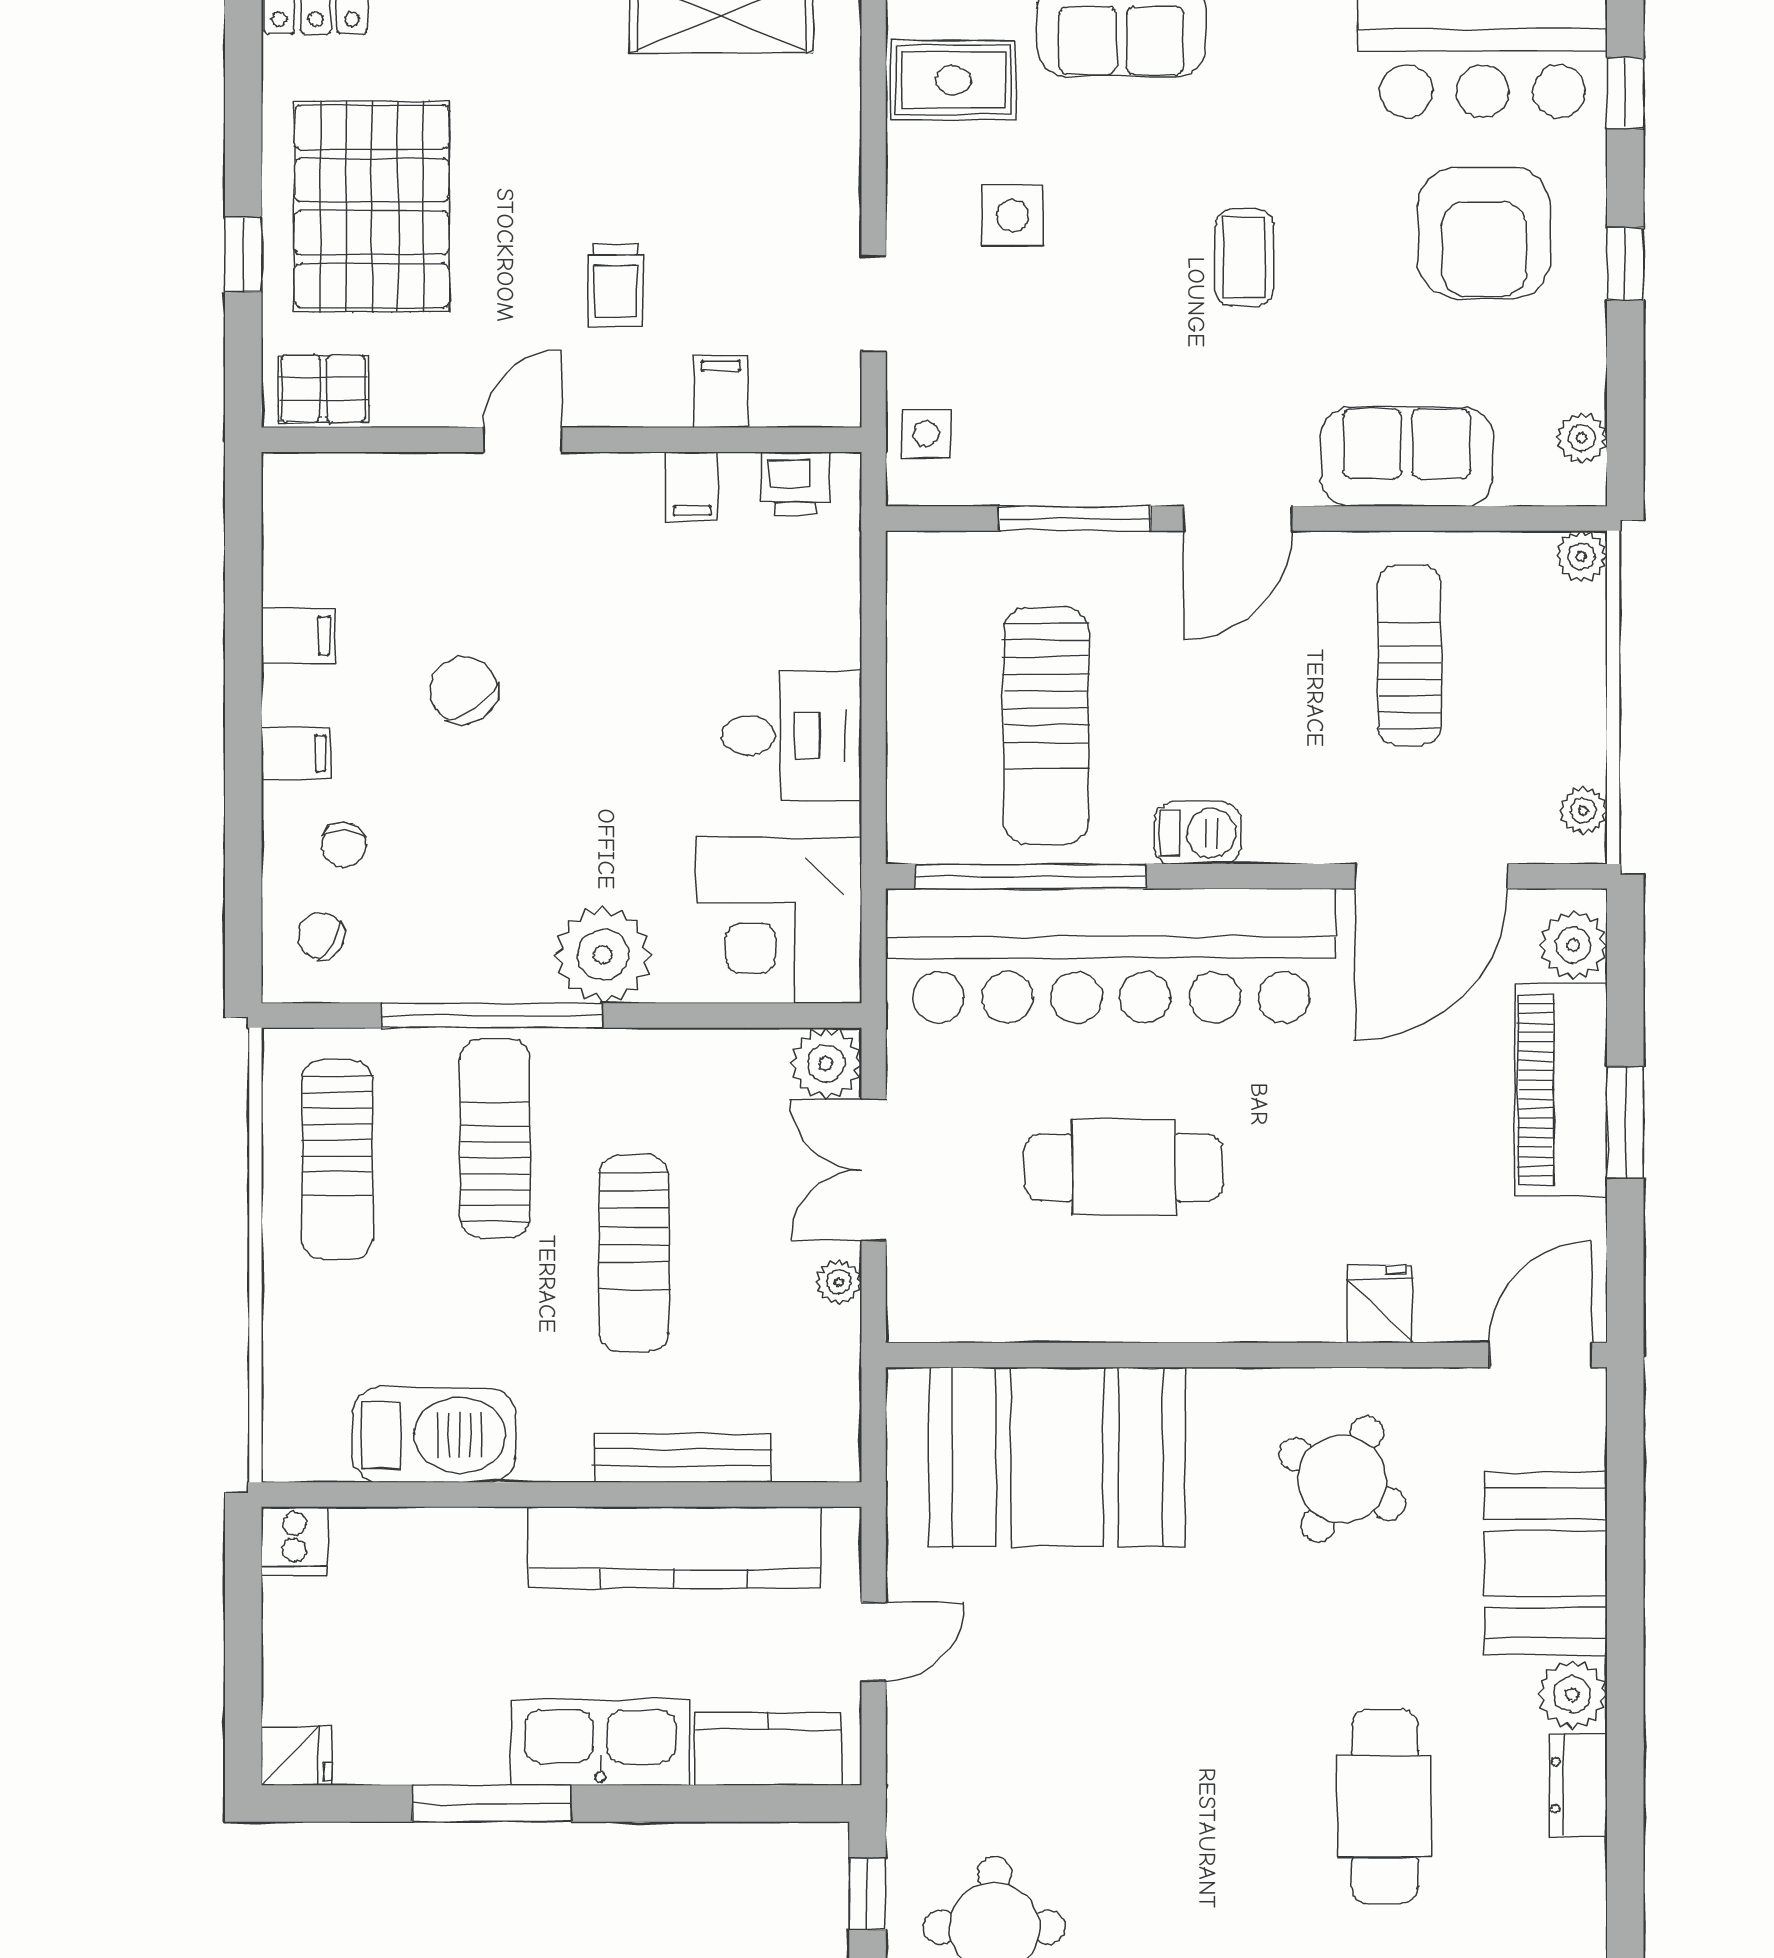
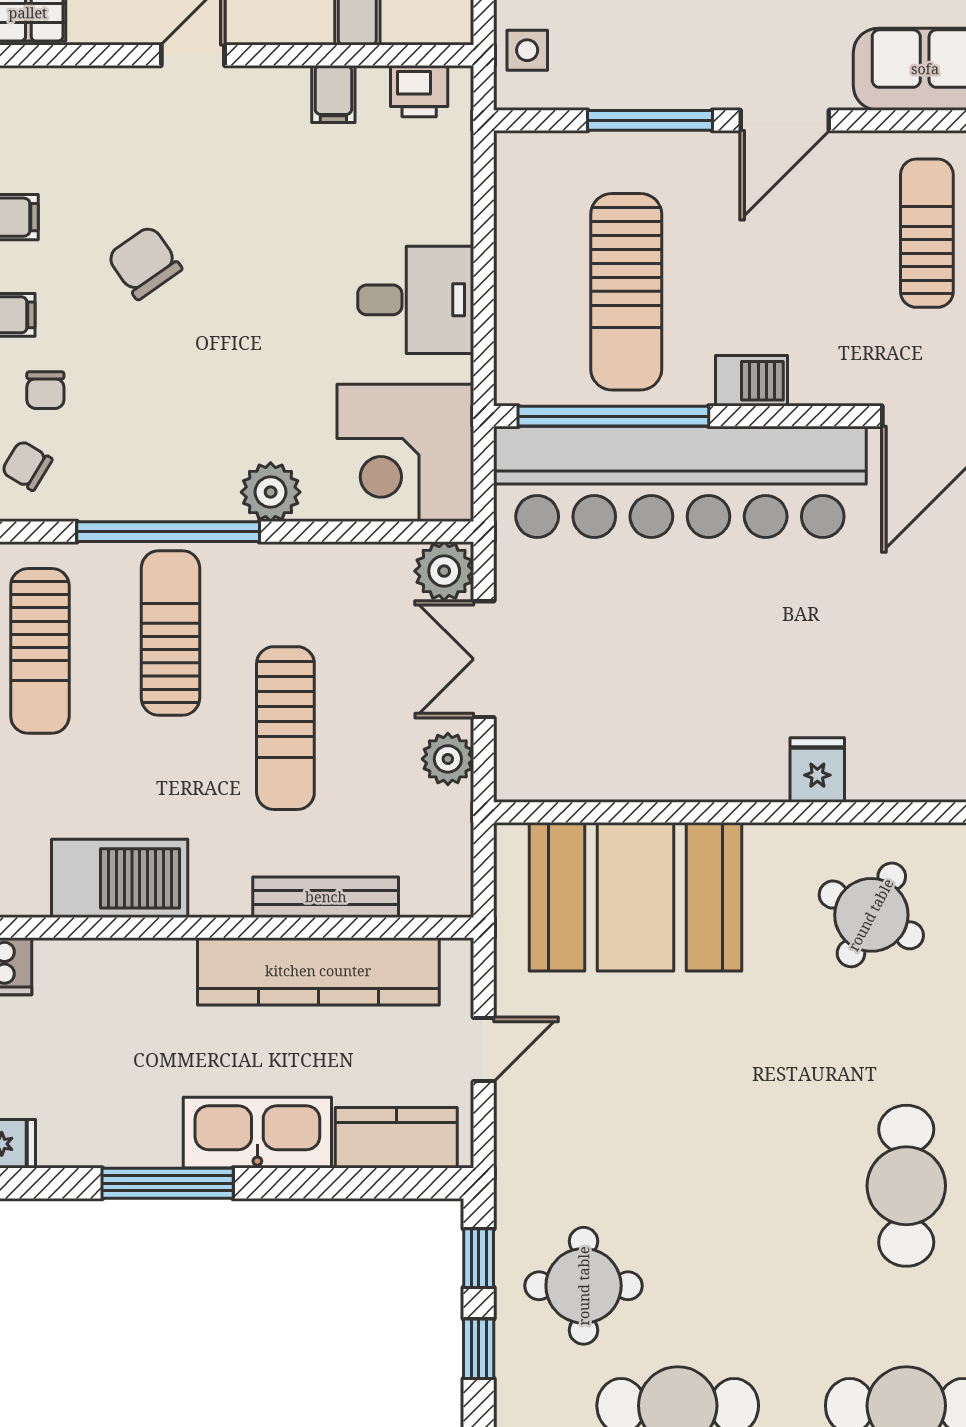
plant: (603, 955) -> (271, 492), width x0.73, depth x0.73
cafe table: (1124, 1167) -> (690, 657), removed
plant: (839, 1282) -> (448, 759), width x1.38, depth x1.38
fridge: (1379, 1304) -> (817, 770), moved

